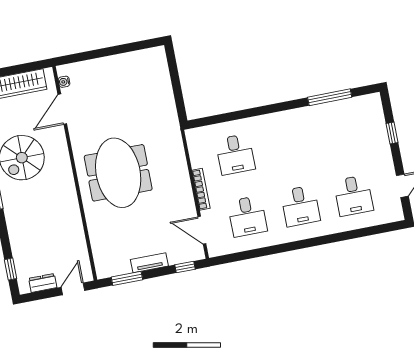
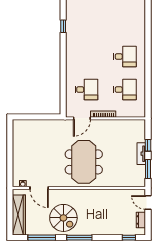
window: (330, 97) -> (63, 26), width x0.46
meeting table: (118, 173) -> (84, 162), turned 90
desk: (353, 196) -> (125, 23), removed
door: (202, 230) -> (82, 118), moved
window: (185, 267) -> (148, 145), moved

